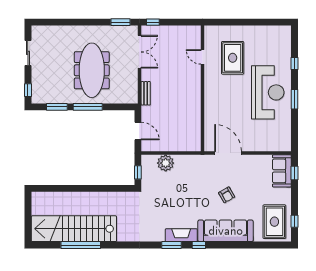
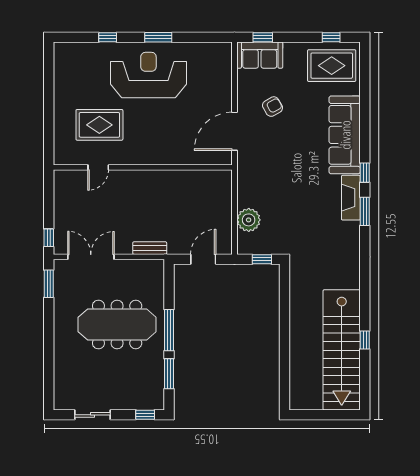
armchair: (227, 195) -> (272, 107), moved
window: (81, 245) -> (365, 340), width x0.32

